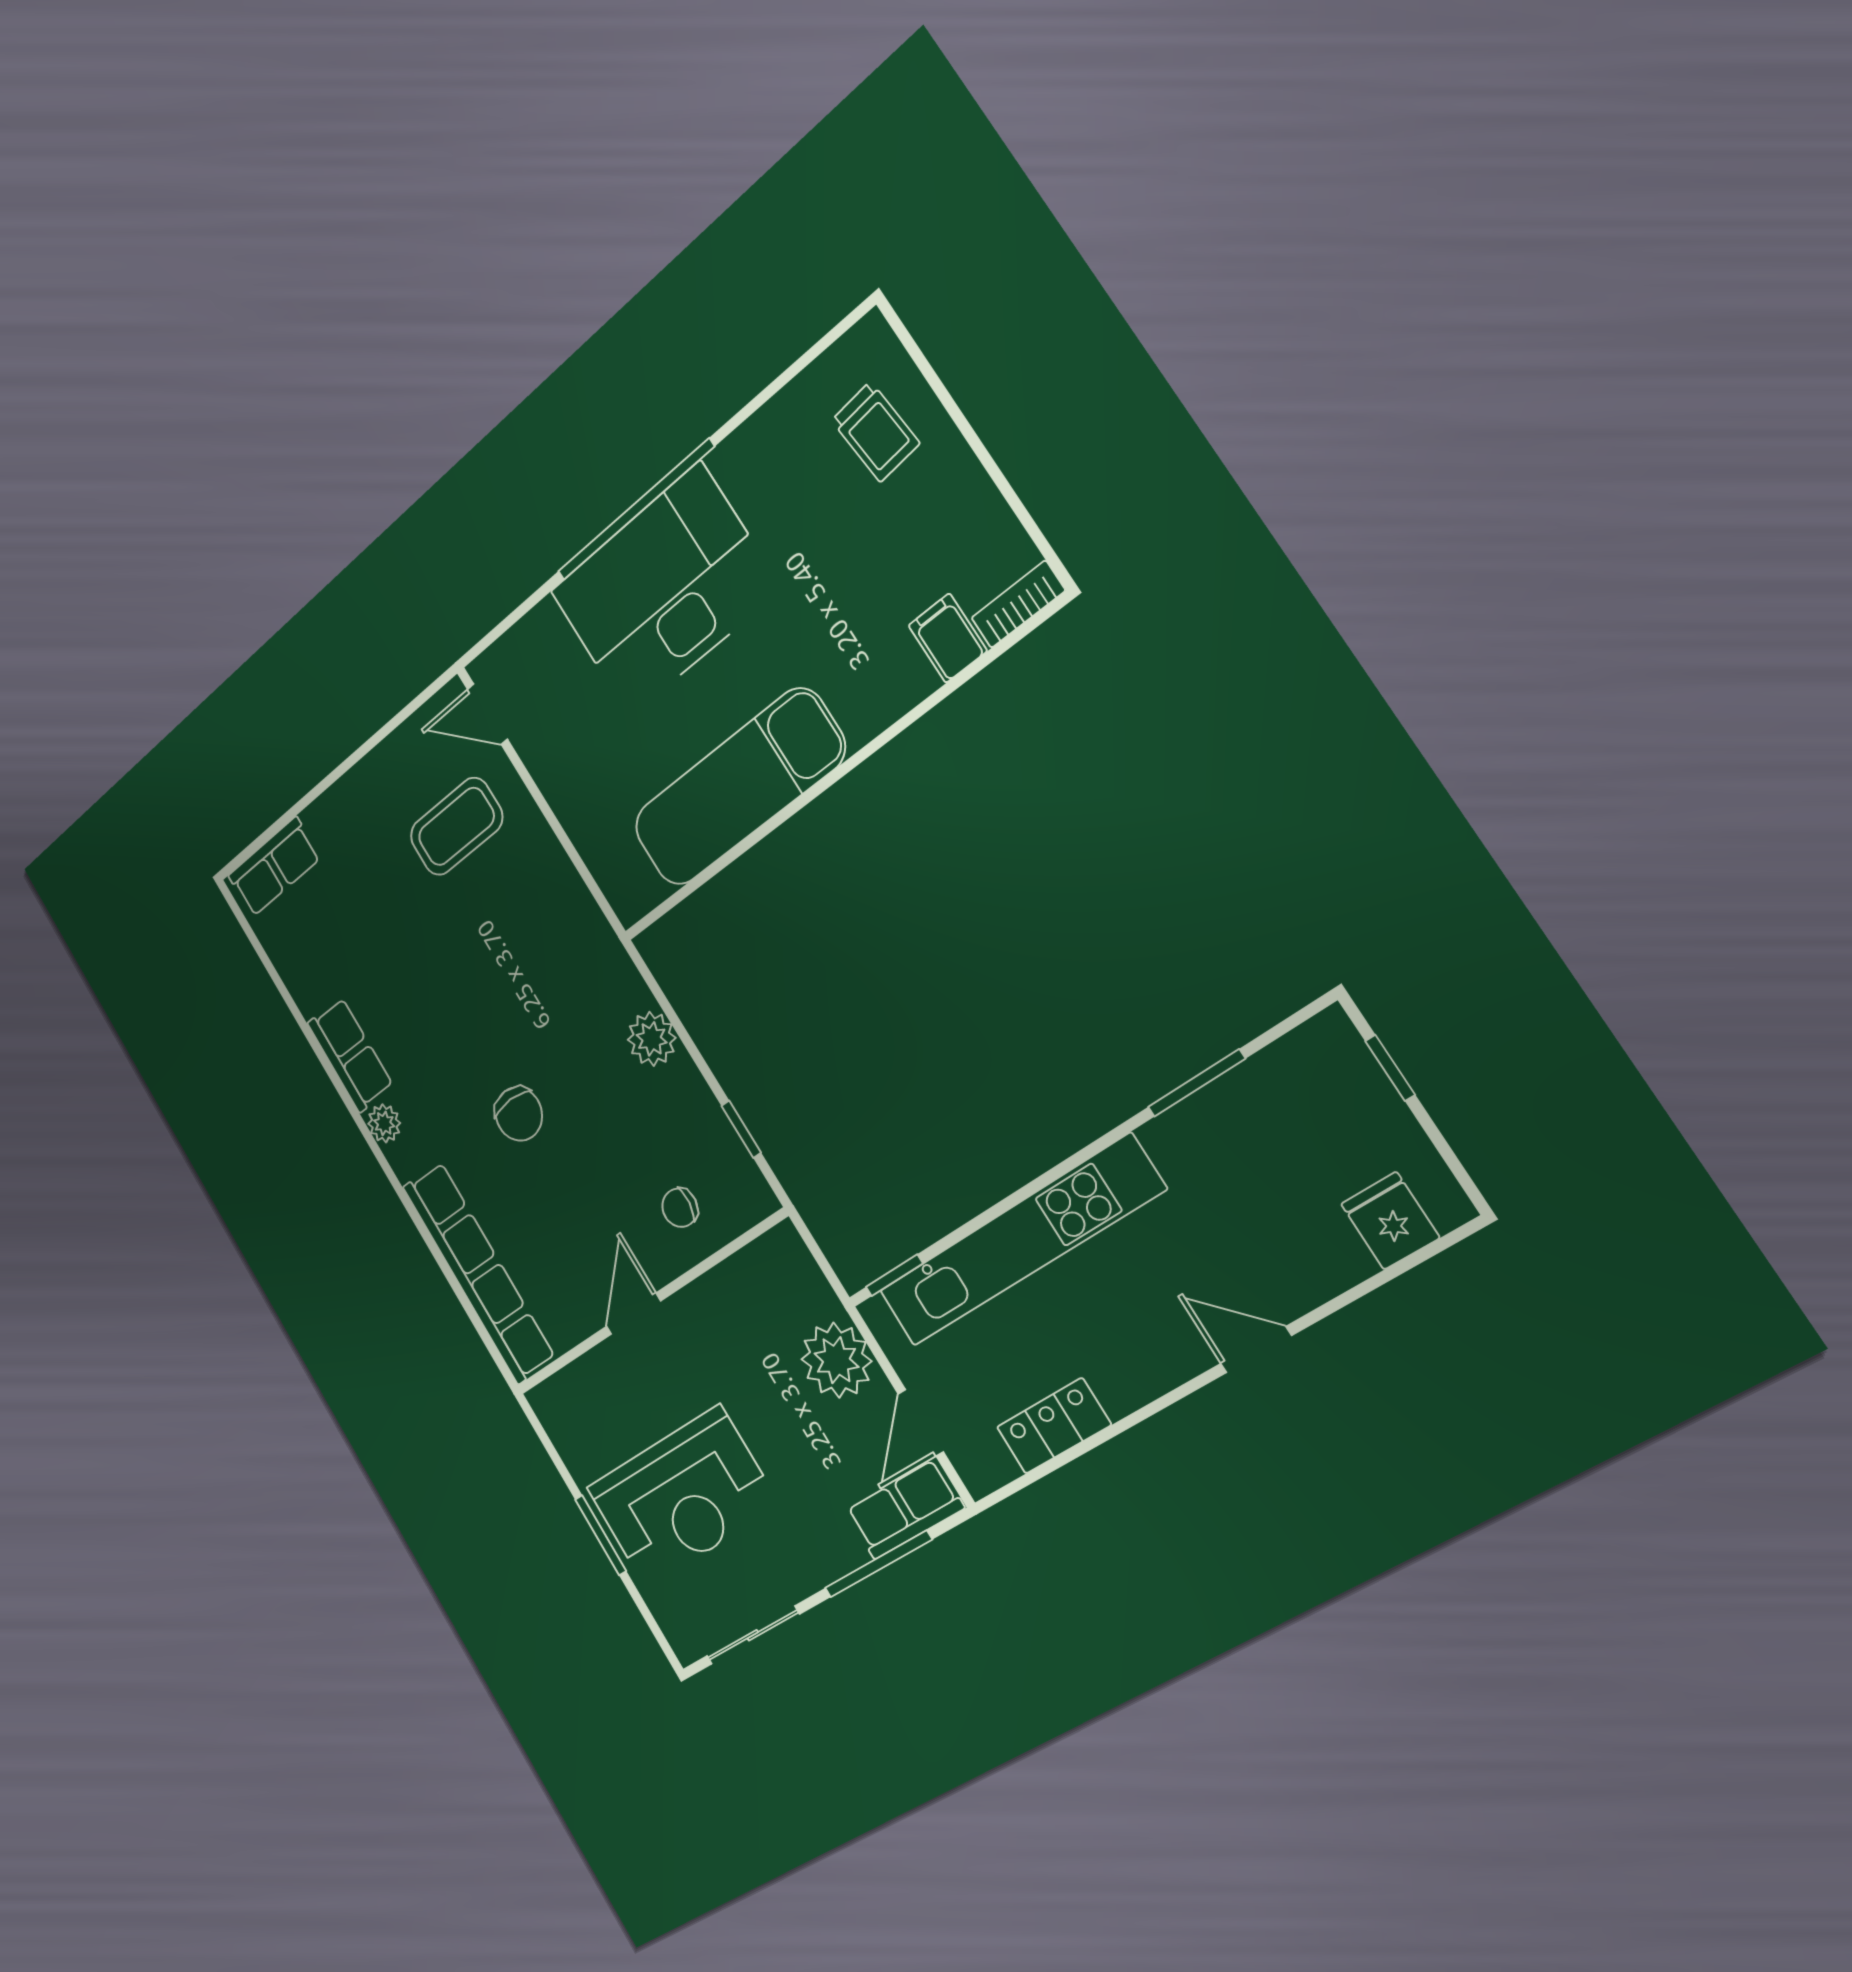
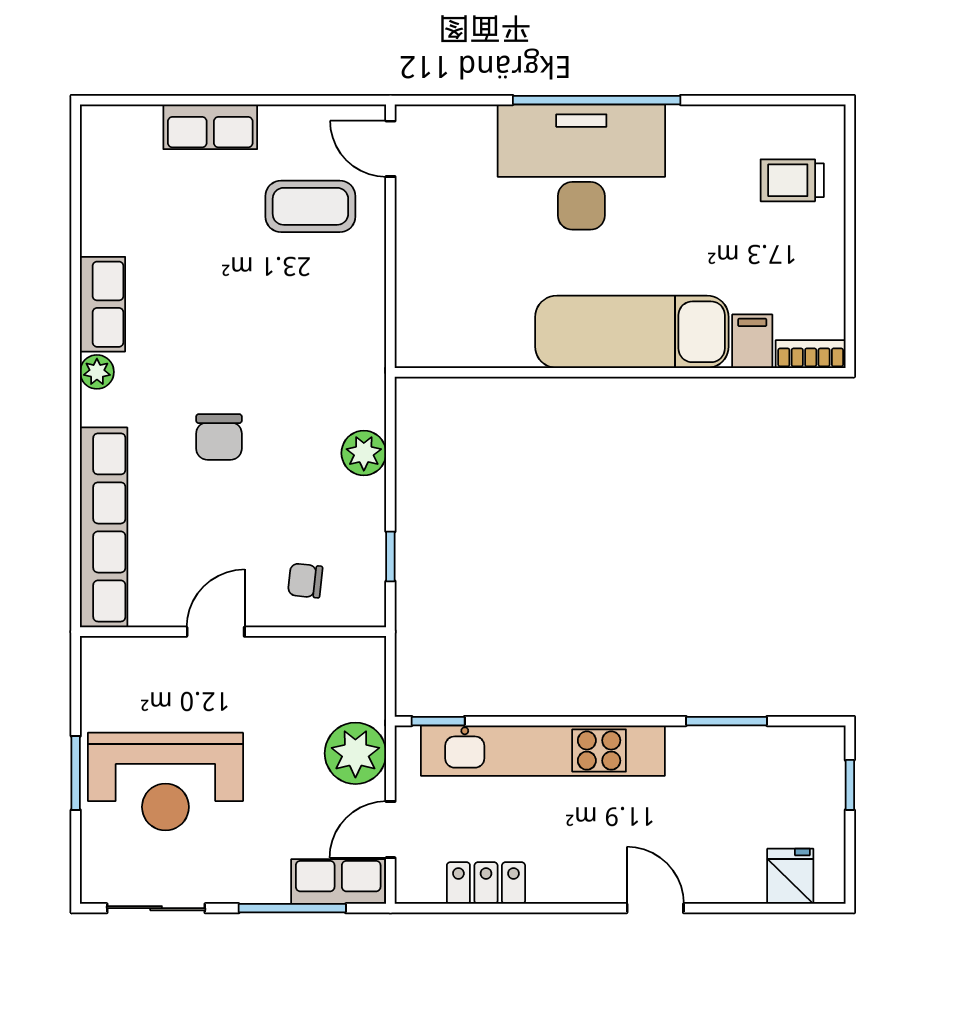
trolley: (875, 432) -> (792, 180), turned 95
exam couch: (738, 788) -> (632, 332), moved
row of seats: (274, 867) -> (210, 127), moved

